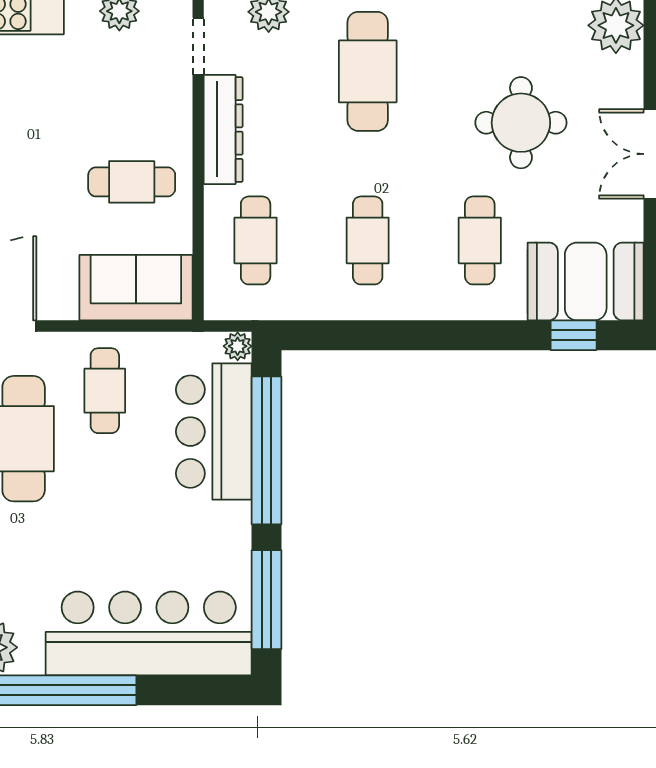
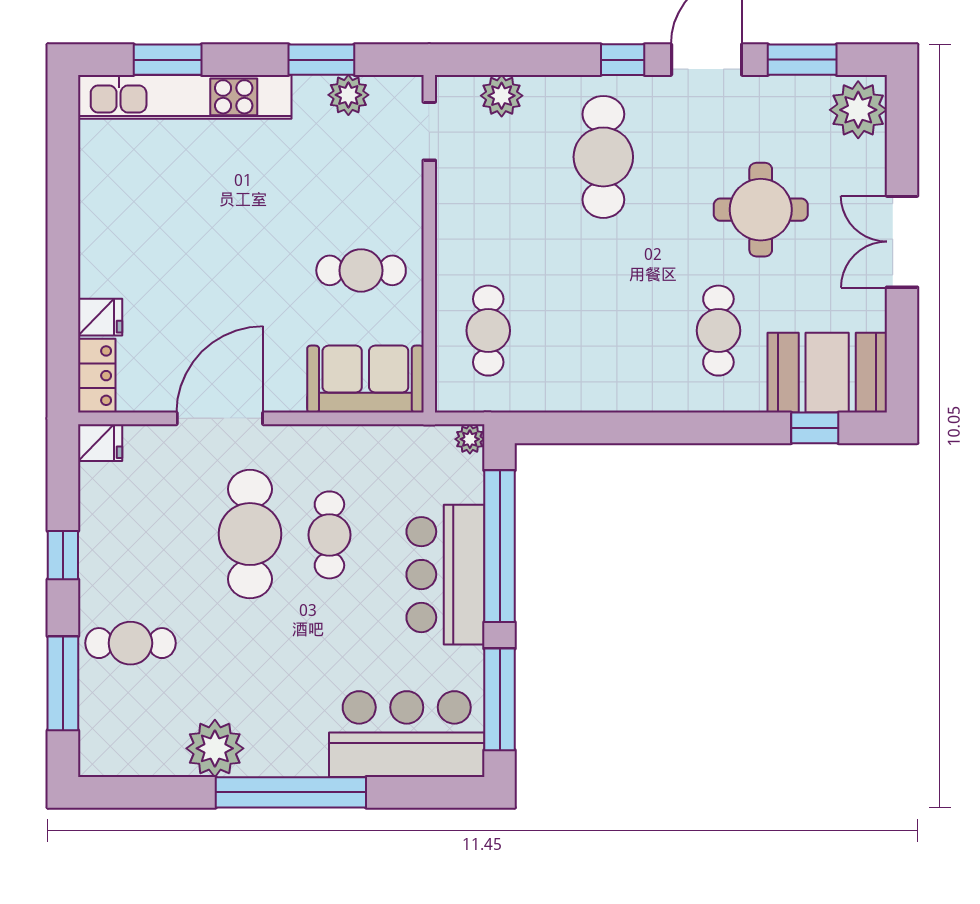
dresser: (223, 129) -> (455, 217), removed
cafe table: (368, 240) -> (603, 331), removed
cafe table: (105, 391) -> (329, 535), moved
bar counter: (214, 432) -> (445, 575), moved
bar counter: (149, 634) -> (407, 734), width x0.73

